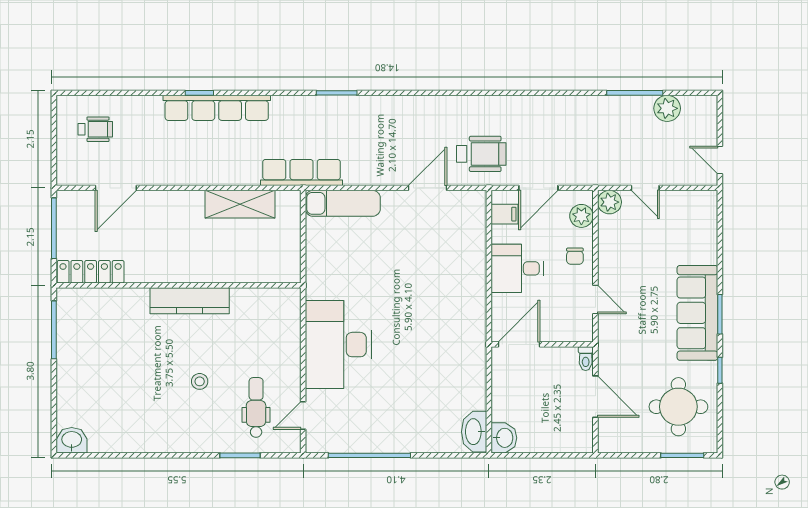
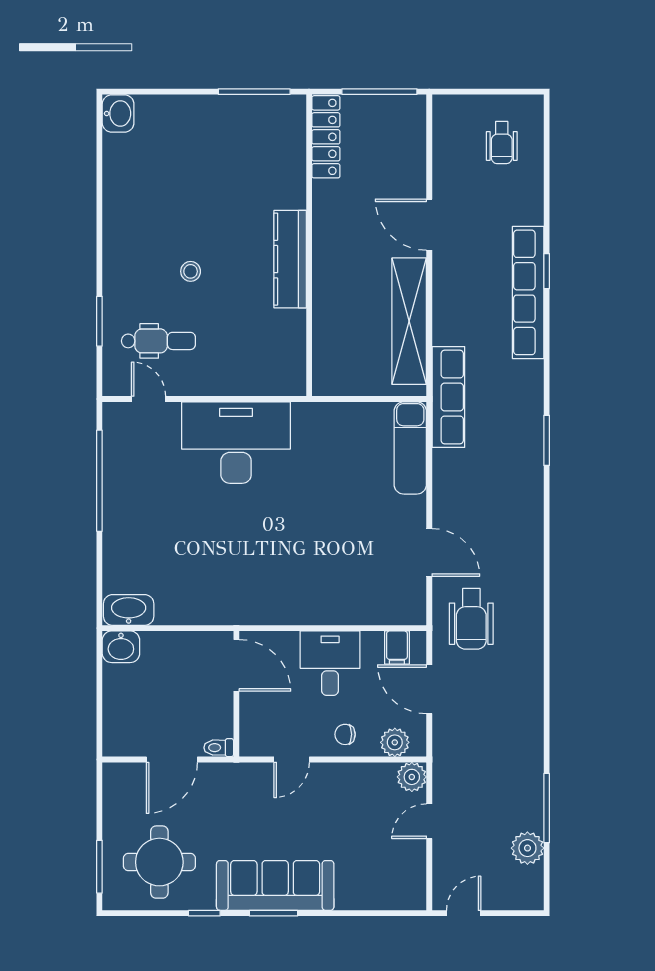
door: (116, 188) -> (429, 225), moved
shelving: (240, 204) -> (409, 321), width x1.47

